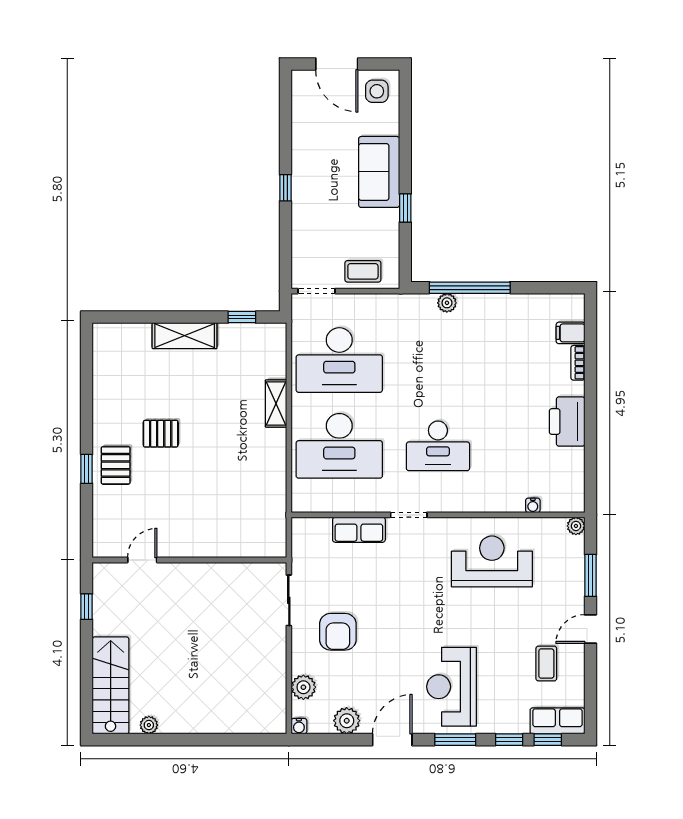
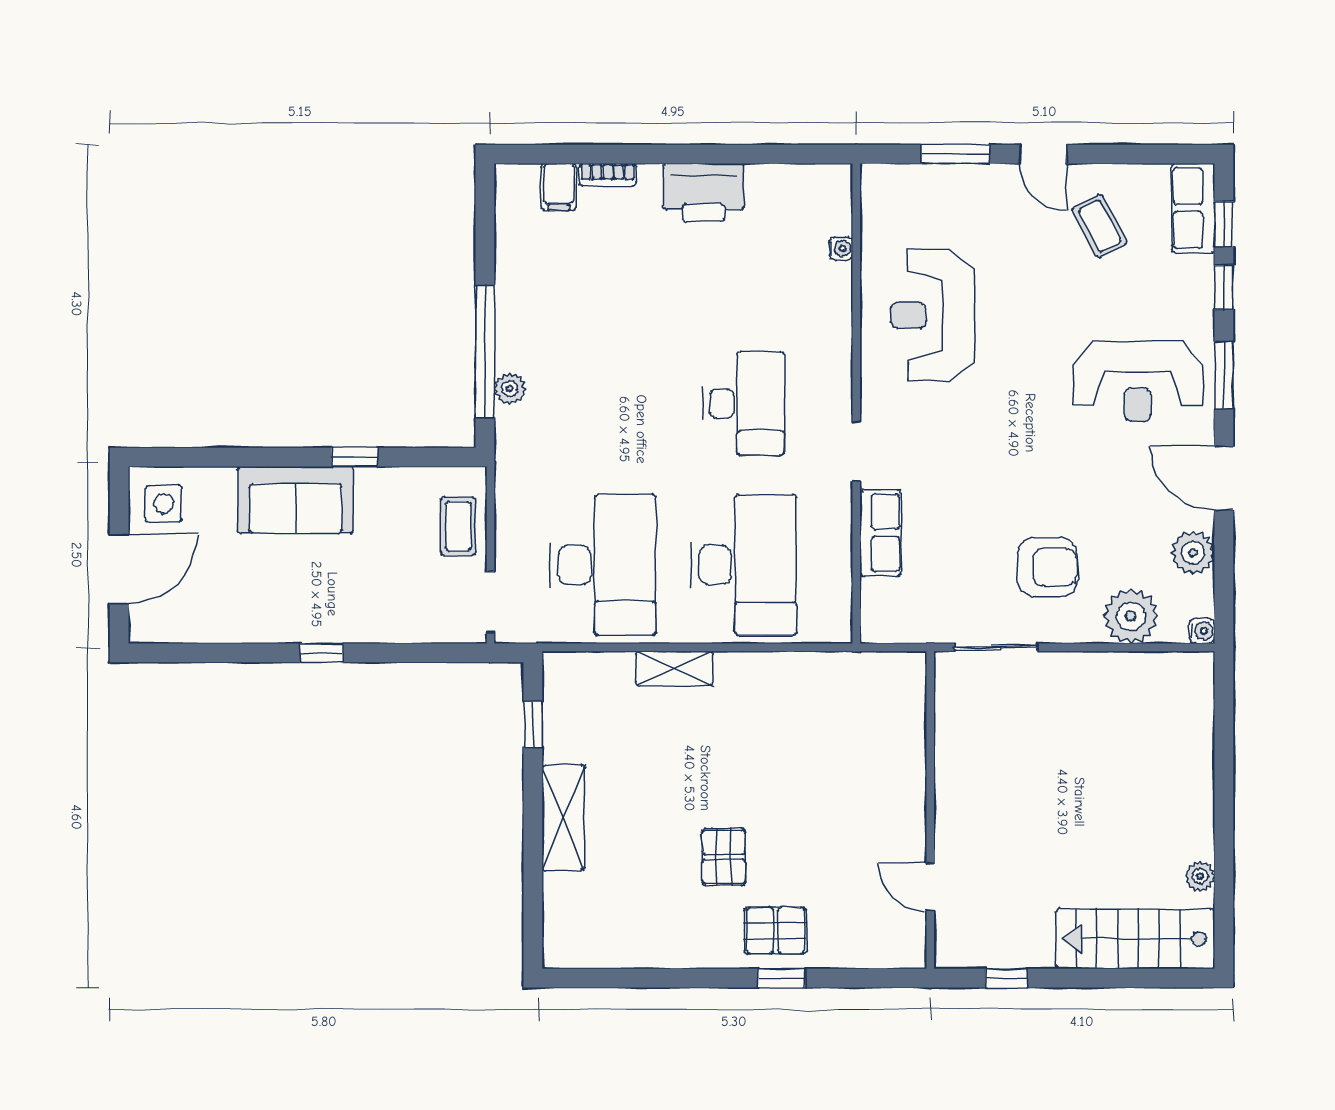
plant: (576, 526) -> (875, 178), removed
coffee table: (546, 664) -> (1100, 226), turned 62
plant: (303, 687) -> (1131, 616), width x1.36, depth x1.36

